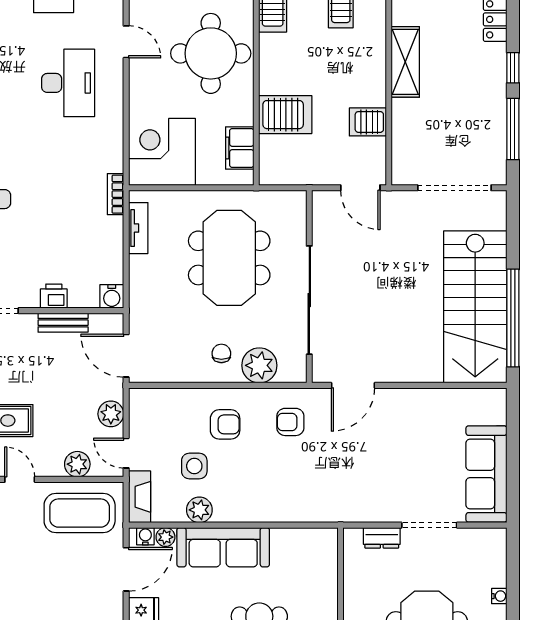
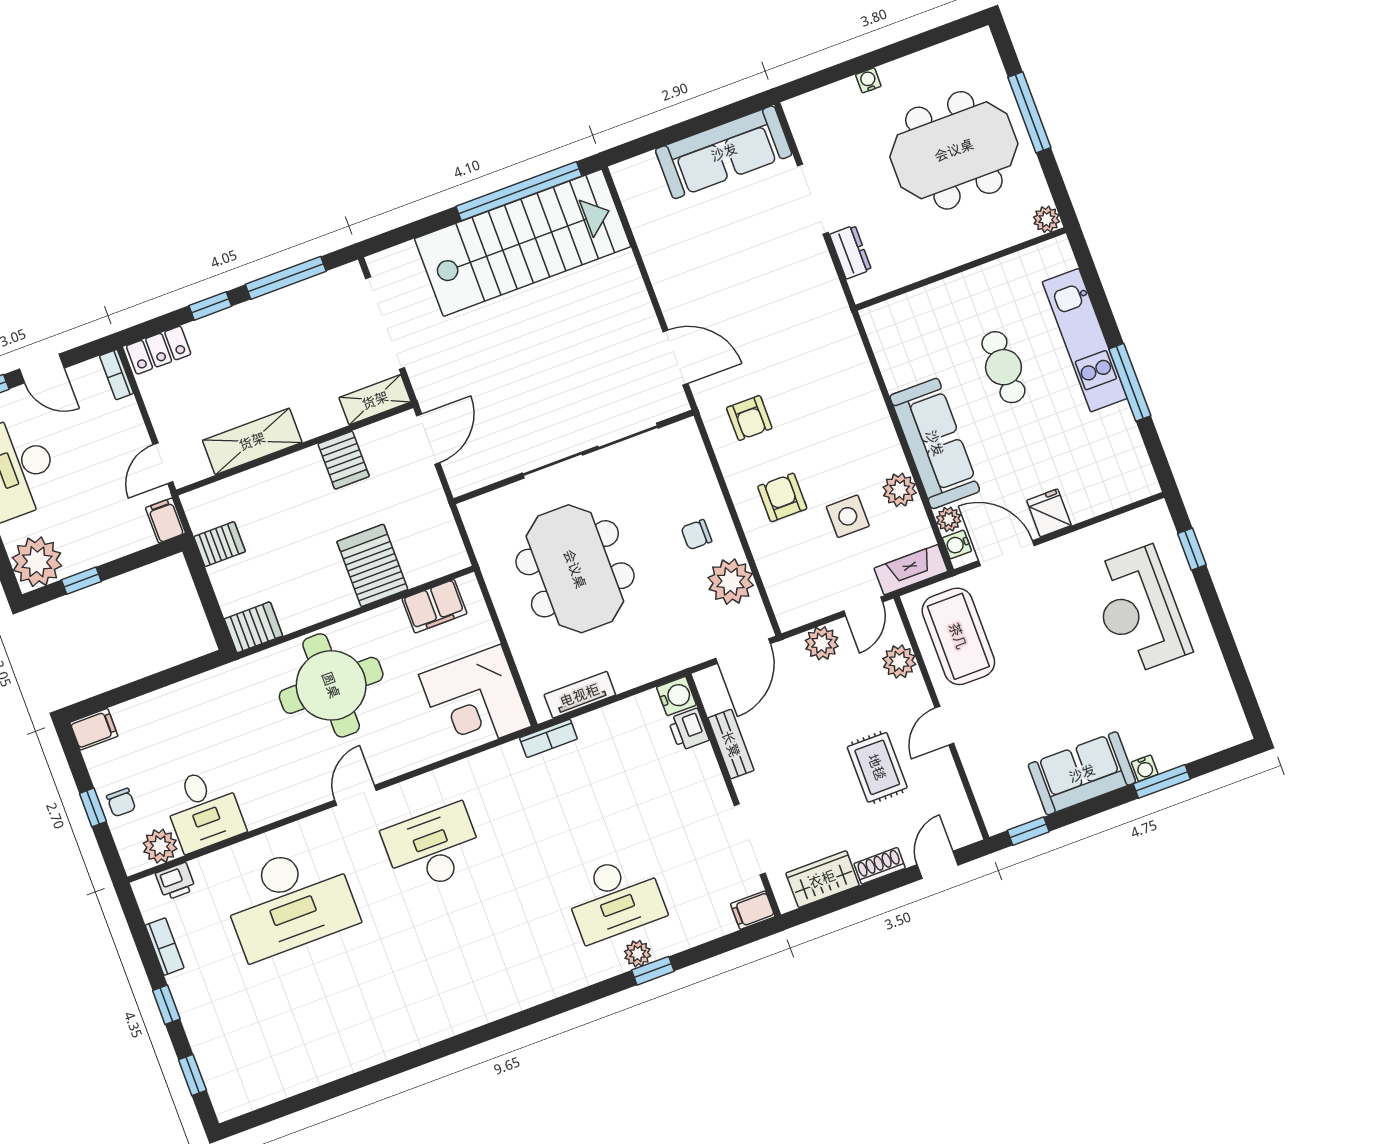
shelving: (402, 160) -> (375, 400), added
meeting table: (229, 258) -> (575, 569), turned 90
printer: (54, 296) -> (688, 730), moved
plant: (259, 365) -> (731, 582), moved

